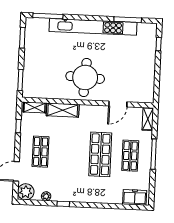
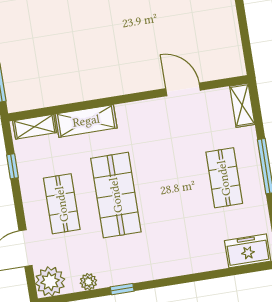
round table: (85, 77) -> (114, 54), removed
door: (118, 104) -> (183, 89), swing flipped
shop shelf: (100, 154) -> (116, 195), moved

